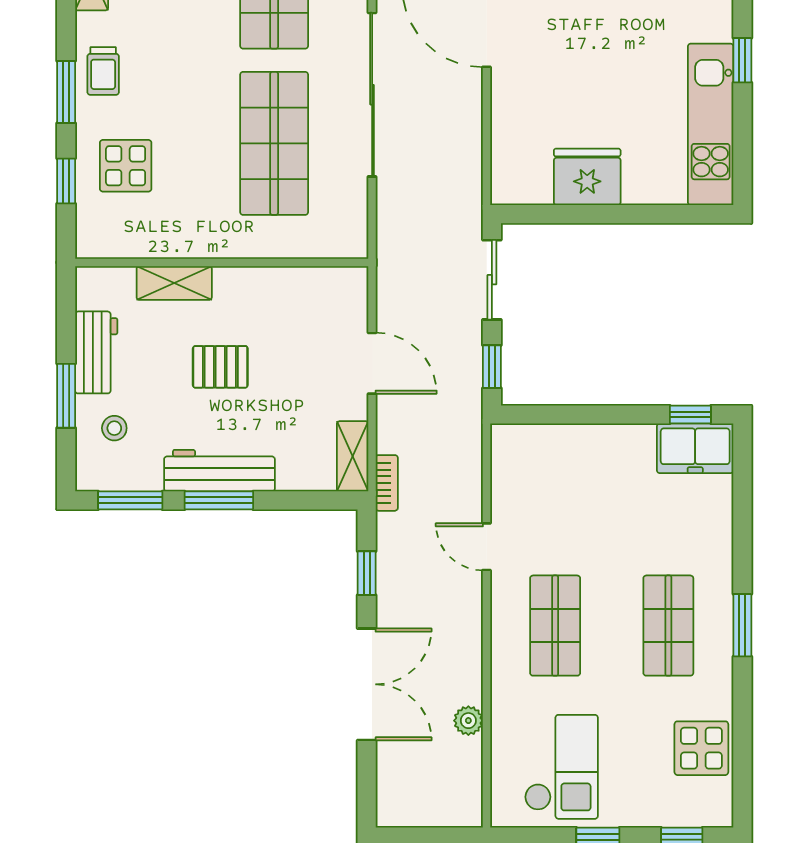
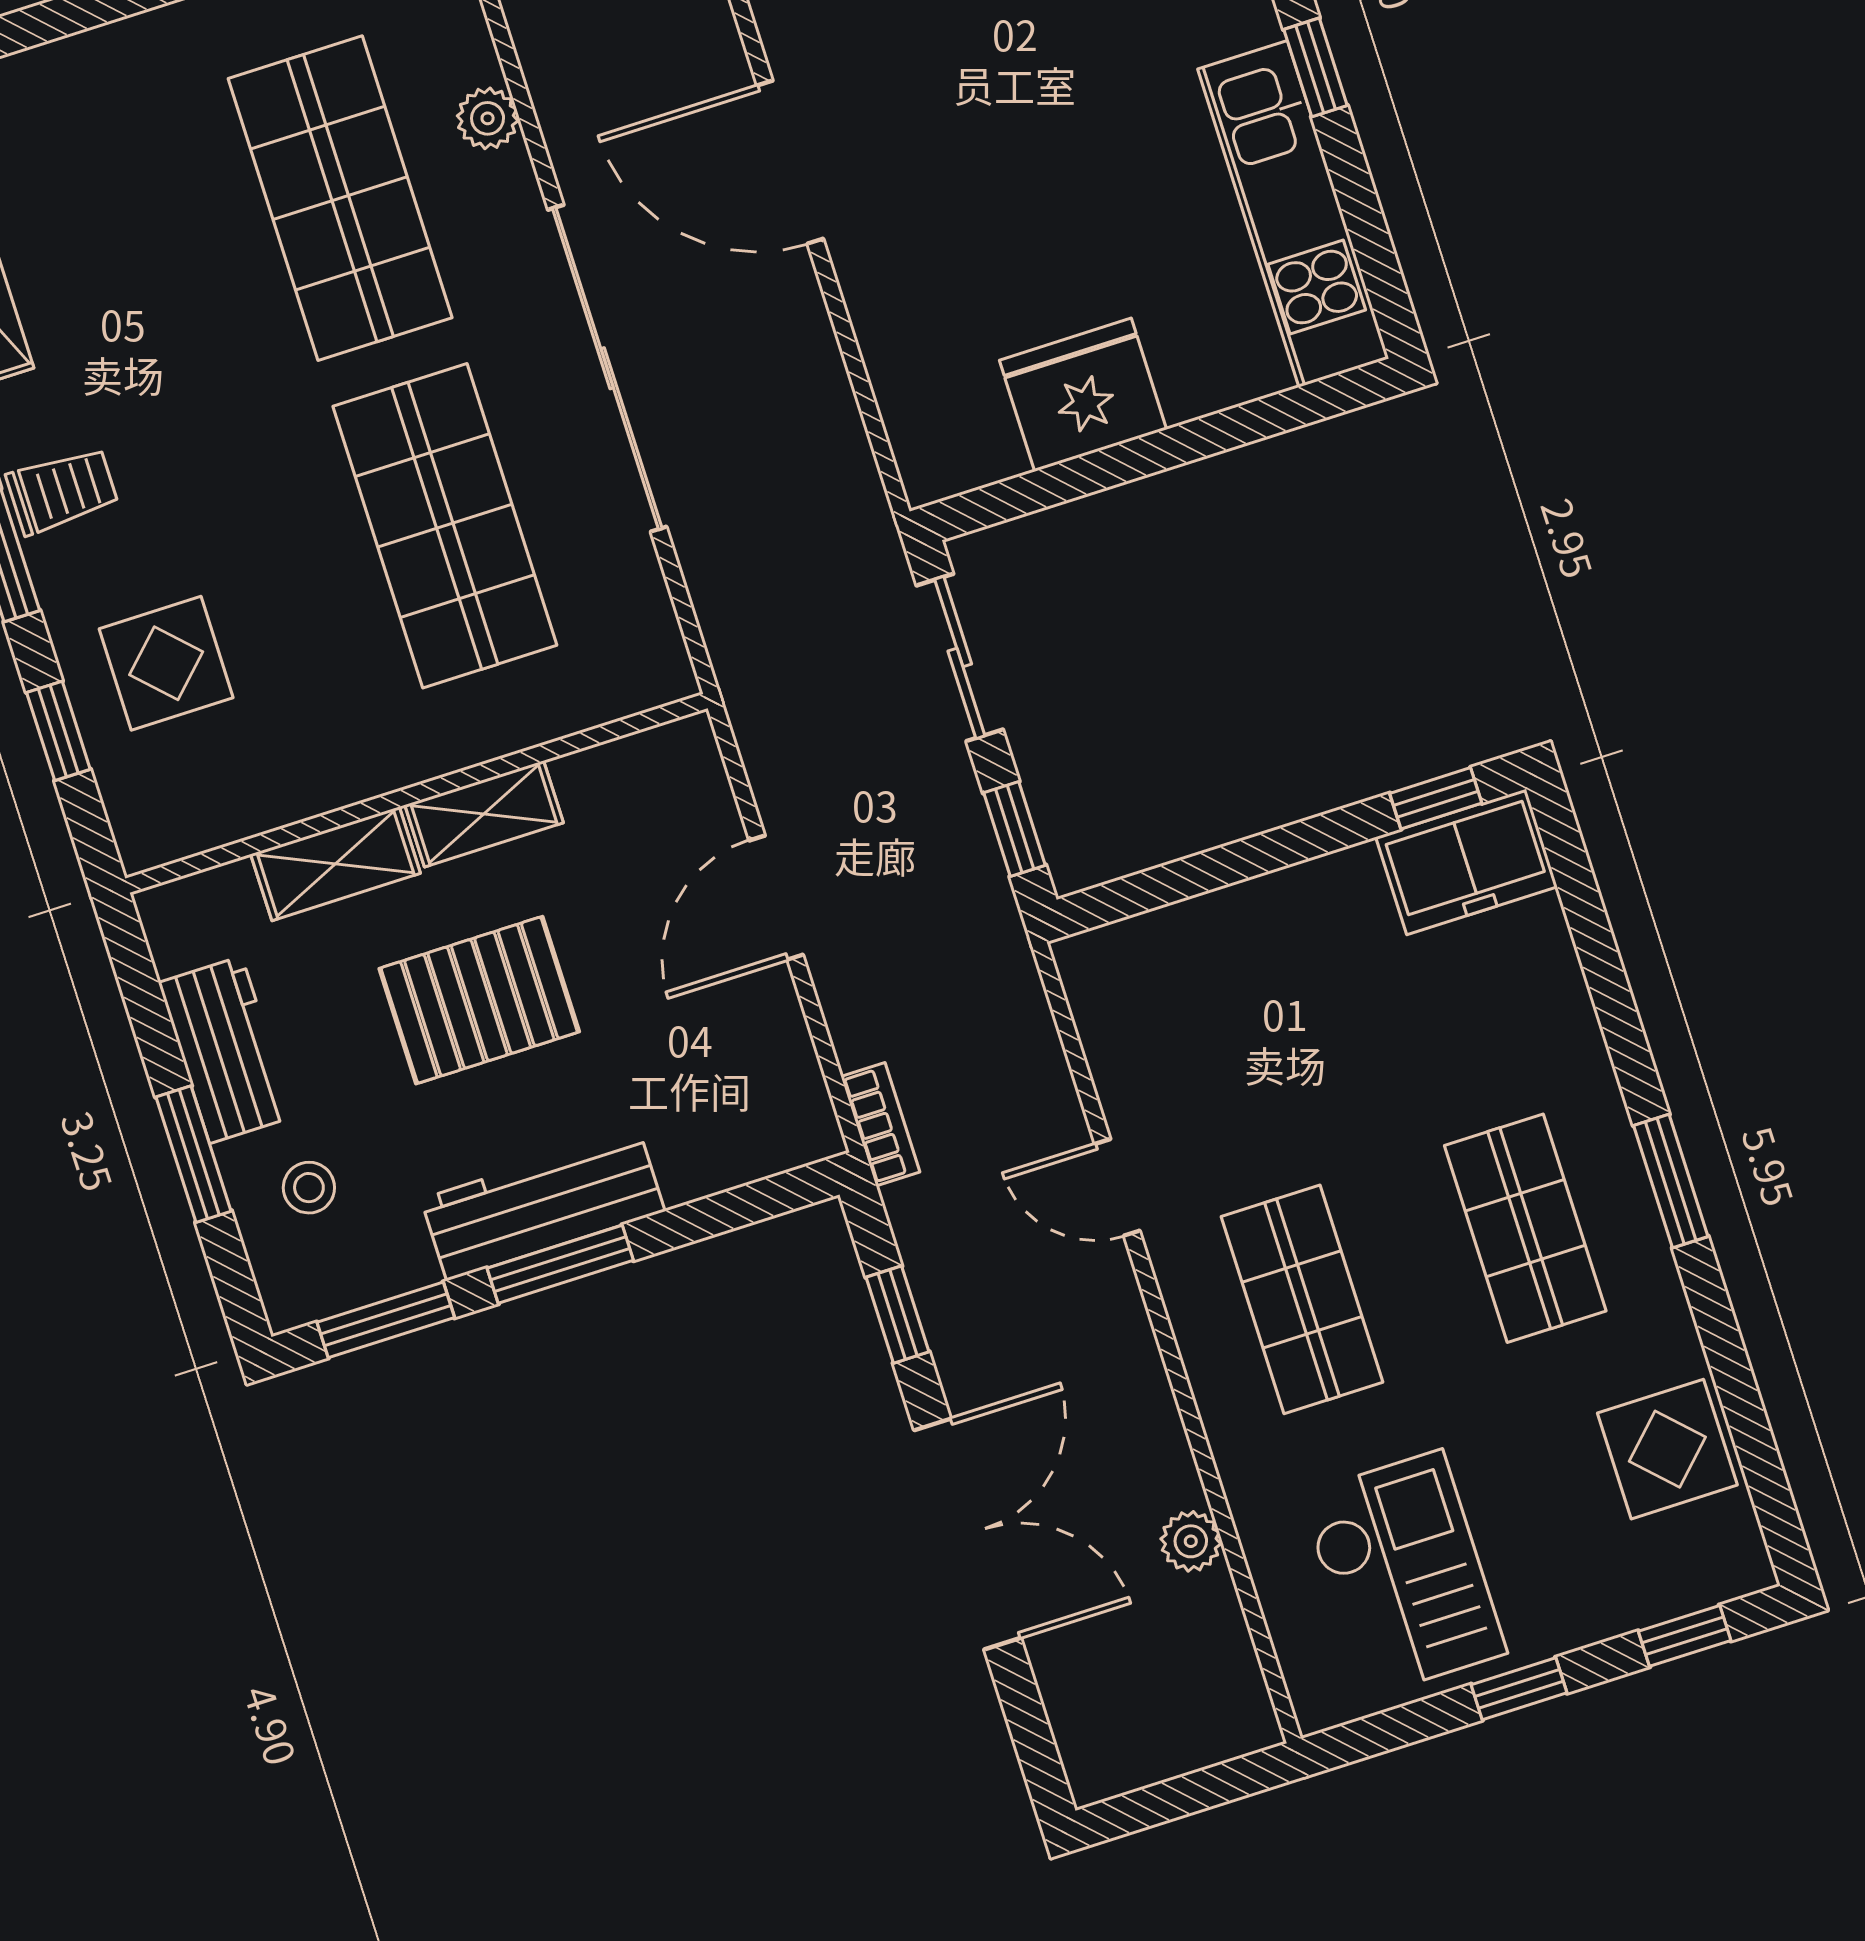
trolley: (103, 71) -> (62, 491), turned -90
door: (372, 363) -> (776, 898), swing flipped
pallet: (220, 367) -> (479, 1000), width x1.50, depth x1.42
shelving: (353, 456) -> (484, 814), moved, turned 90

